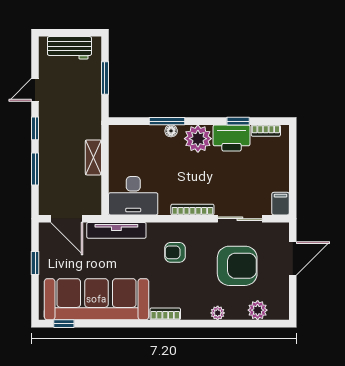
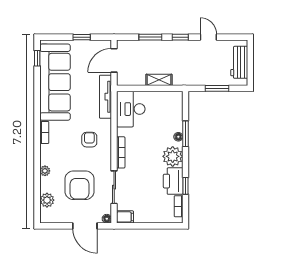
floor lamp: (283, 229) -> (107, 219), added

